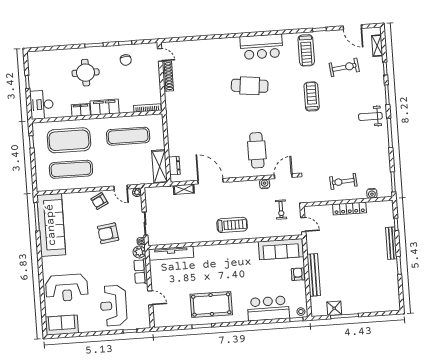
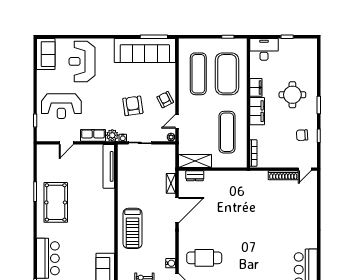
cafe table: (250, 86) -> (268, 255), removed
treadmill: (232, 225) -> (133, 228), width x1.37, depth x1.38
reception desk: (113, 306) -> (61, 106), turned 180

